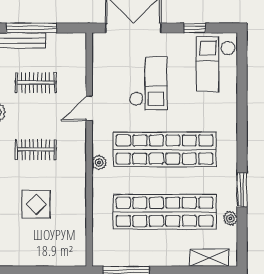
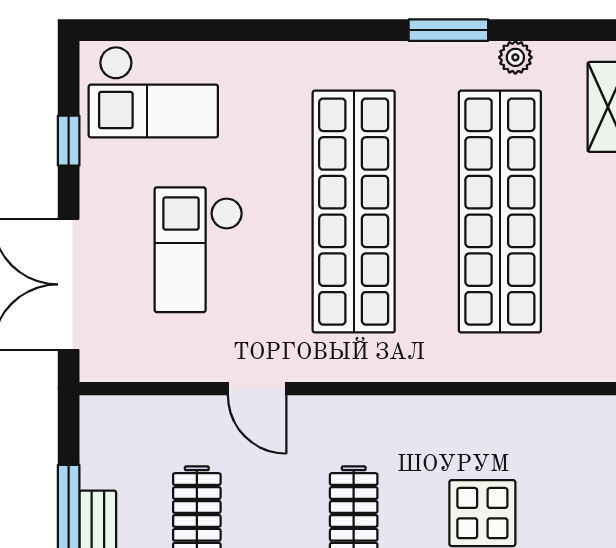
checkout: (148, 83) -> (199, 250), turned -90
plant: (99, 163) -> (384, 365), removed

